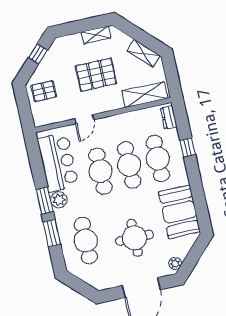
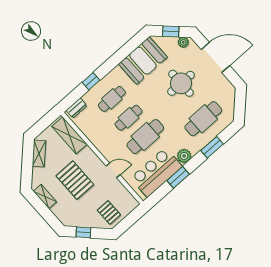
cafe table: (158, 159) -> (112, 99), width x0.73, depth x0.74
cafe table: (129, 165) -> (129, 118), width x0.73, depth x0.74
window: (45, 201) -> (178, 177), moved
window: (193, 257) -> (171, 31), added

